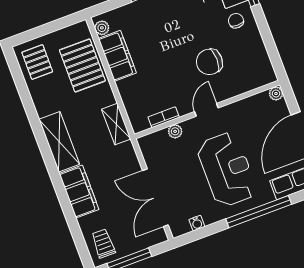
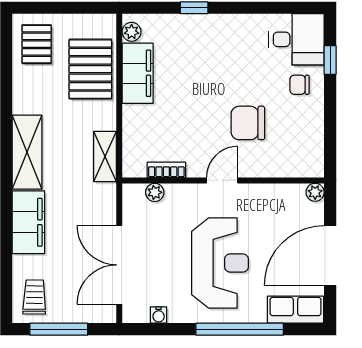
chair: (236, 21) -> (299, 85), turned -90
plant: (175, 131) -> (155, 192), moved

